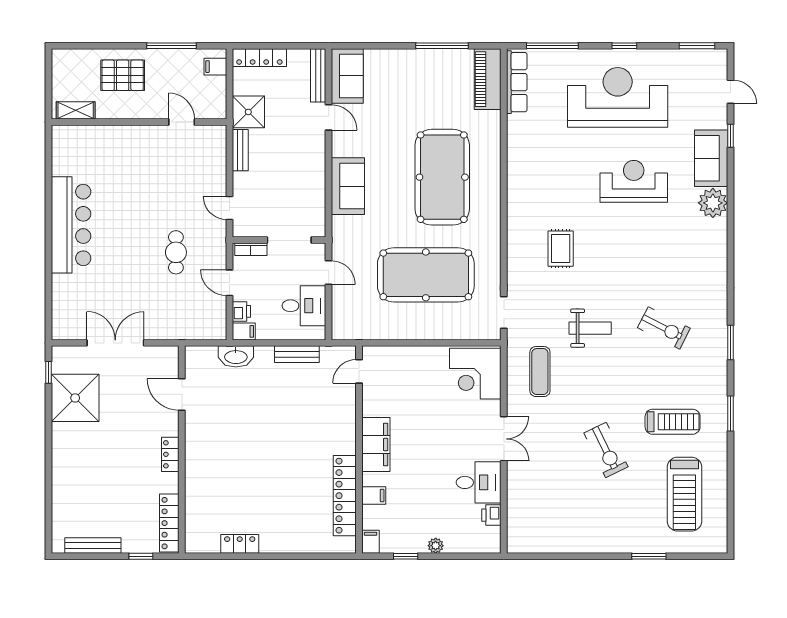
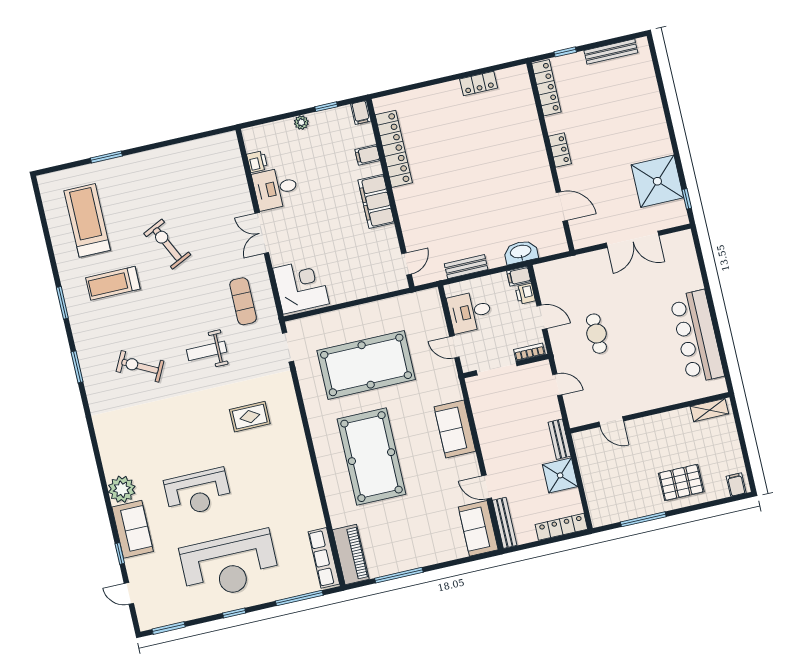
filing cabinet: (215, 67) -> (736, 485), moved, turned -90
shelving: (76, 110) -> (709, 410), moved
wall: (139, 122) -> (650, 413), moved
door: (182, 122) -> (611, 422), moved
rug: (561, 249) -> (250, 417), turned 90

